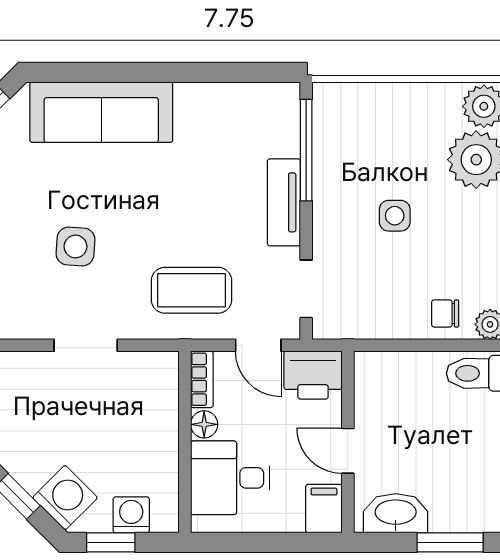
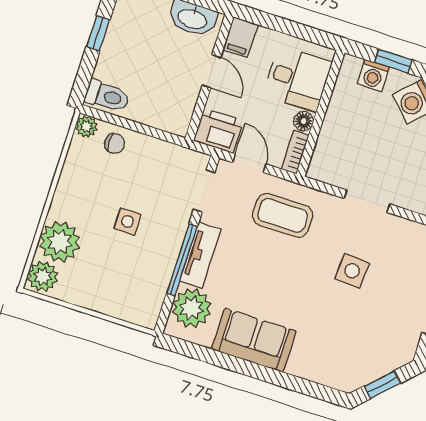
sofa: (101, 112) -> (254, 340), moved, width x0.73
plant: (273, 128) -> (192, 308), added
window: (306, 150) -> (182, 260), moved

